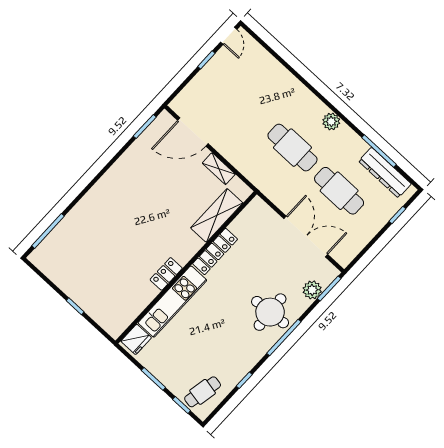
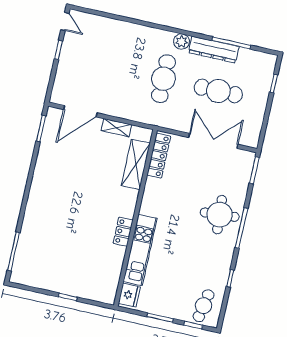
cafe table: (292, 148) -> (163, 79), turned 90
dresser: (385, 173) -> (214, 50), moved
locker: (215, 251) -> (159, 156), moved
plant: (312, 290) -> (242, 179), removed

